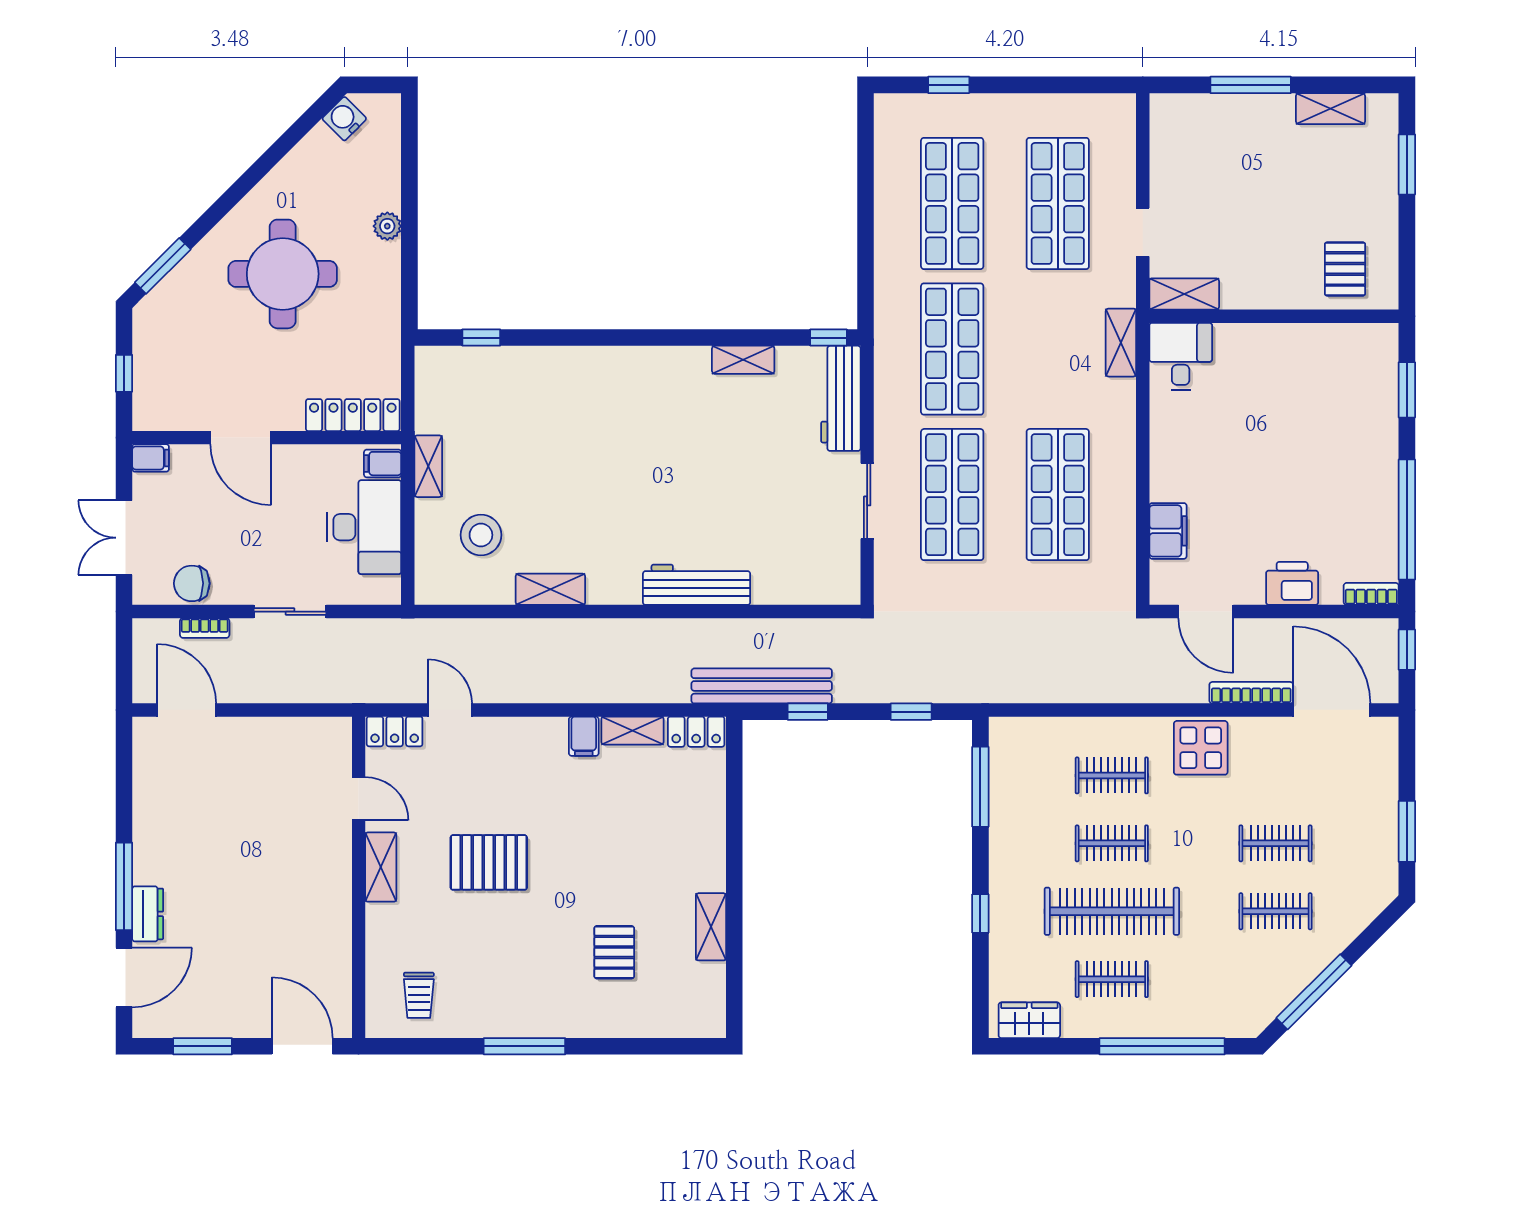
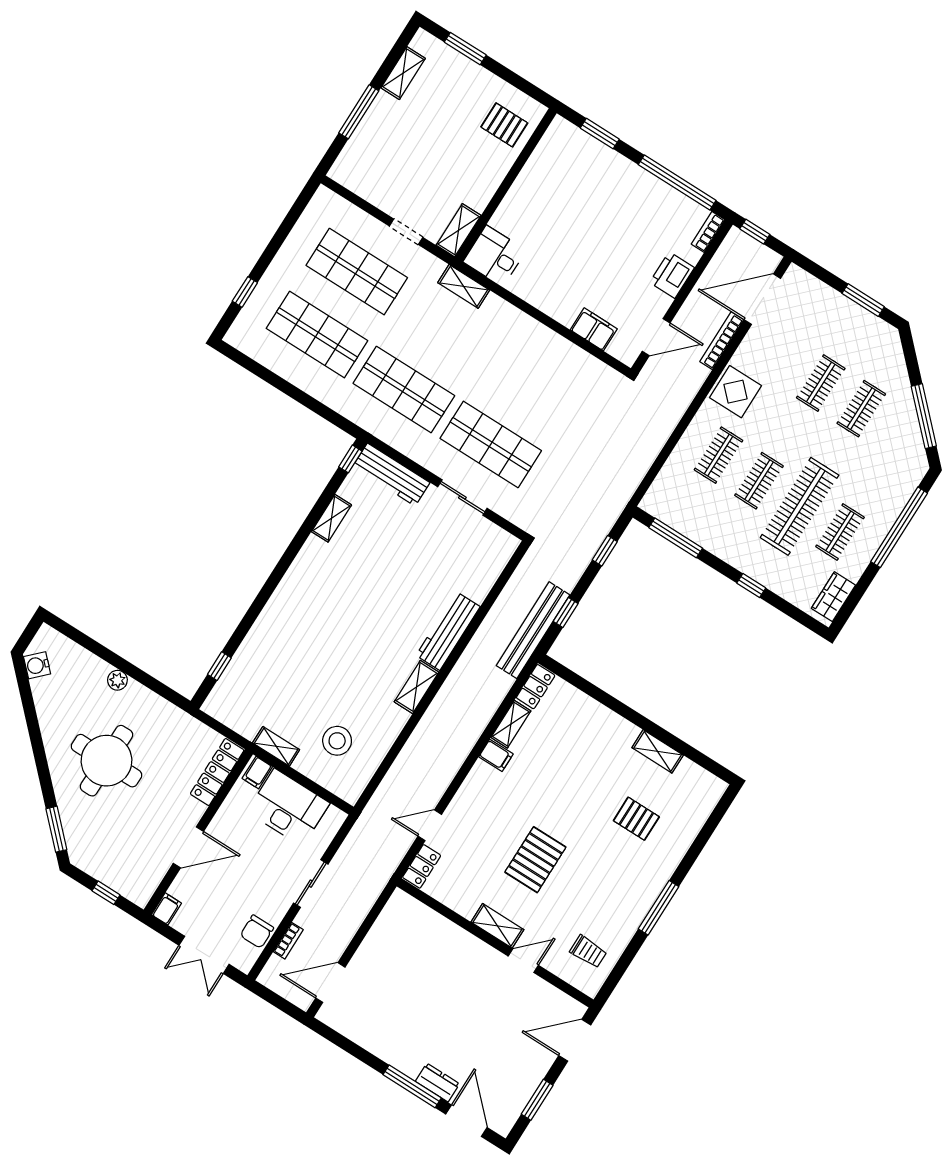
shop shelf: (1058, 495) -> (531, 381), removed
shelving: (550, 589) -> (416, 687), moved
door: (359, 799) -> (523, 961), moved

